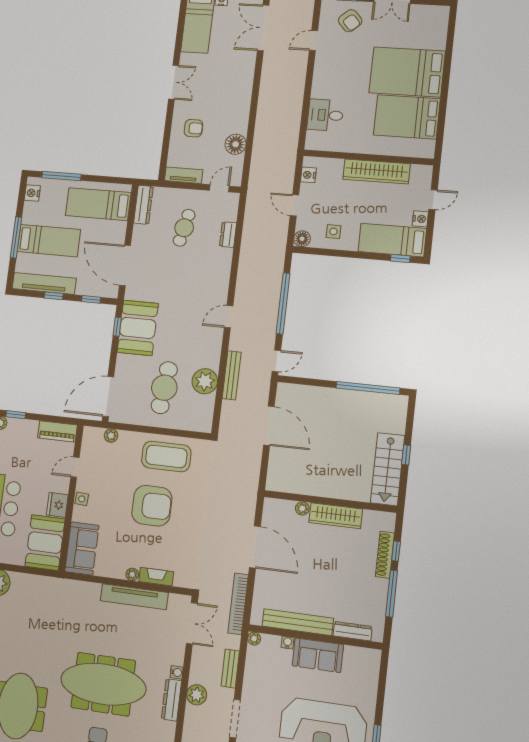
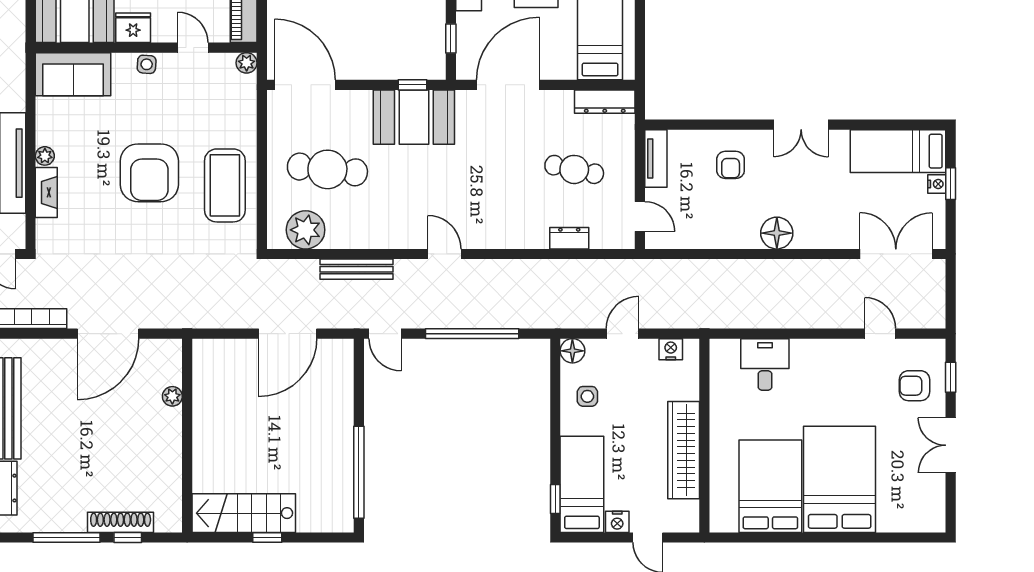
armchair: (350, 21) -> (914, 386), turned 42
floor lamp: (236, 144) -> (777, 233), moved
plant: (205, 381) -> (306, 230), moved
plant: (111, 436) -> (247, 63), moved
wardrobe: (336, 516) -> (168, 446), removed

